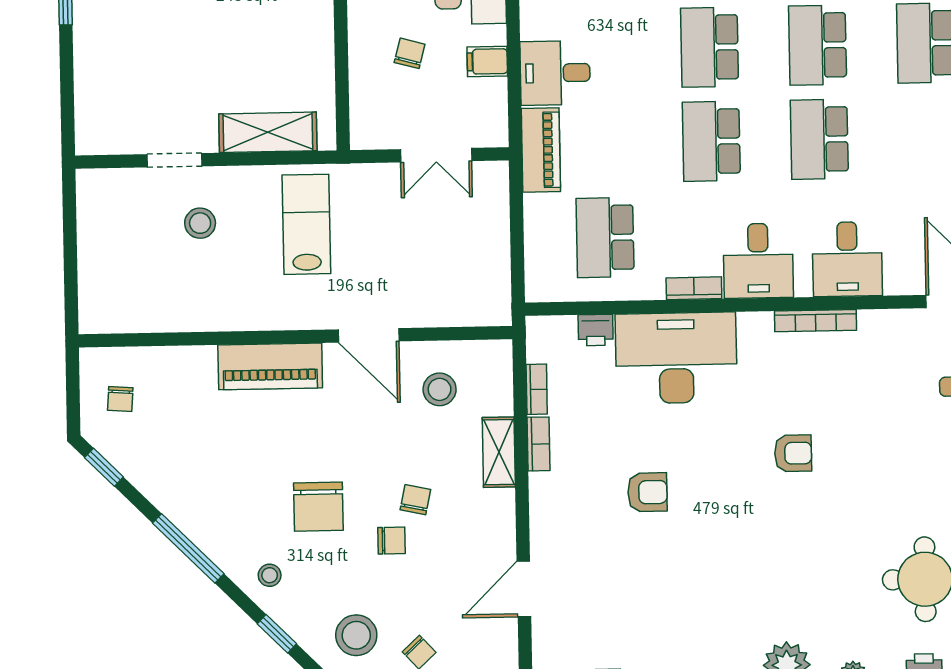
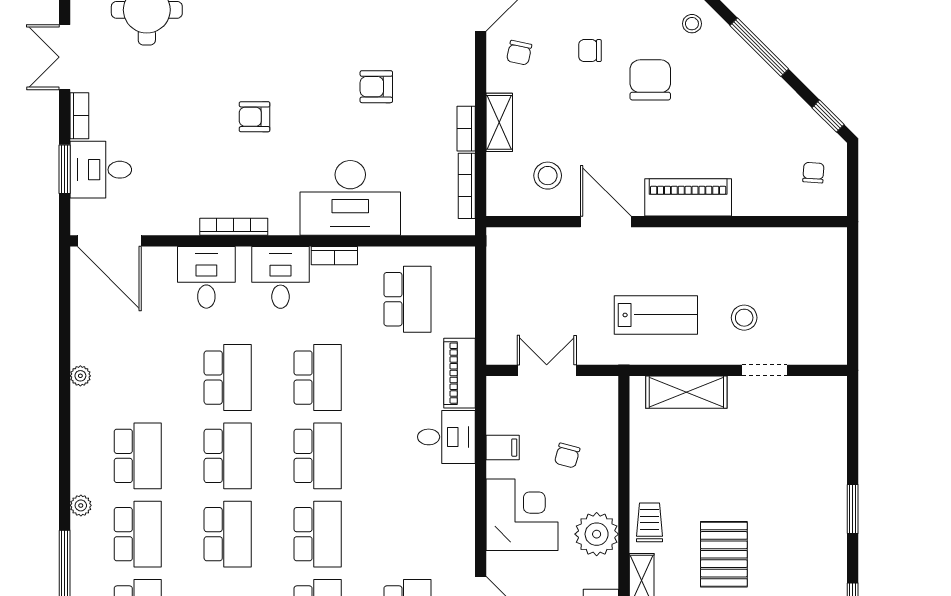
lab bench: (306, 224) -> (656, 315), turned -90
printer: (596, 330) -> (417, 222), removed
bookcase: (537, 389) -> (467, 186), width x1.56
chair: (415, 500) -> (519, 53), moved

